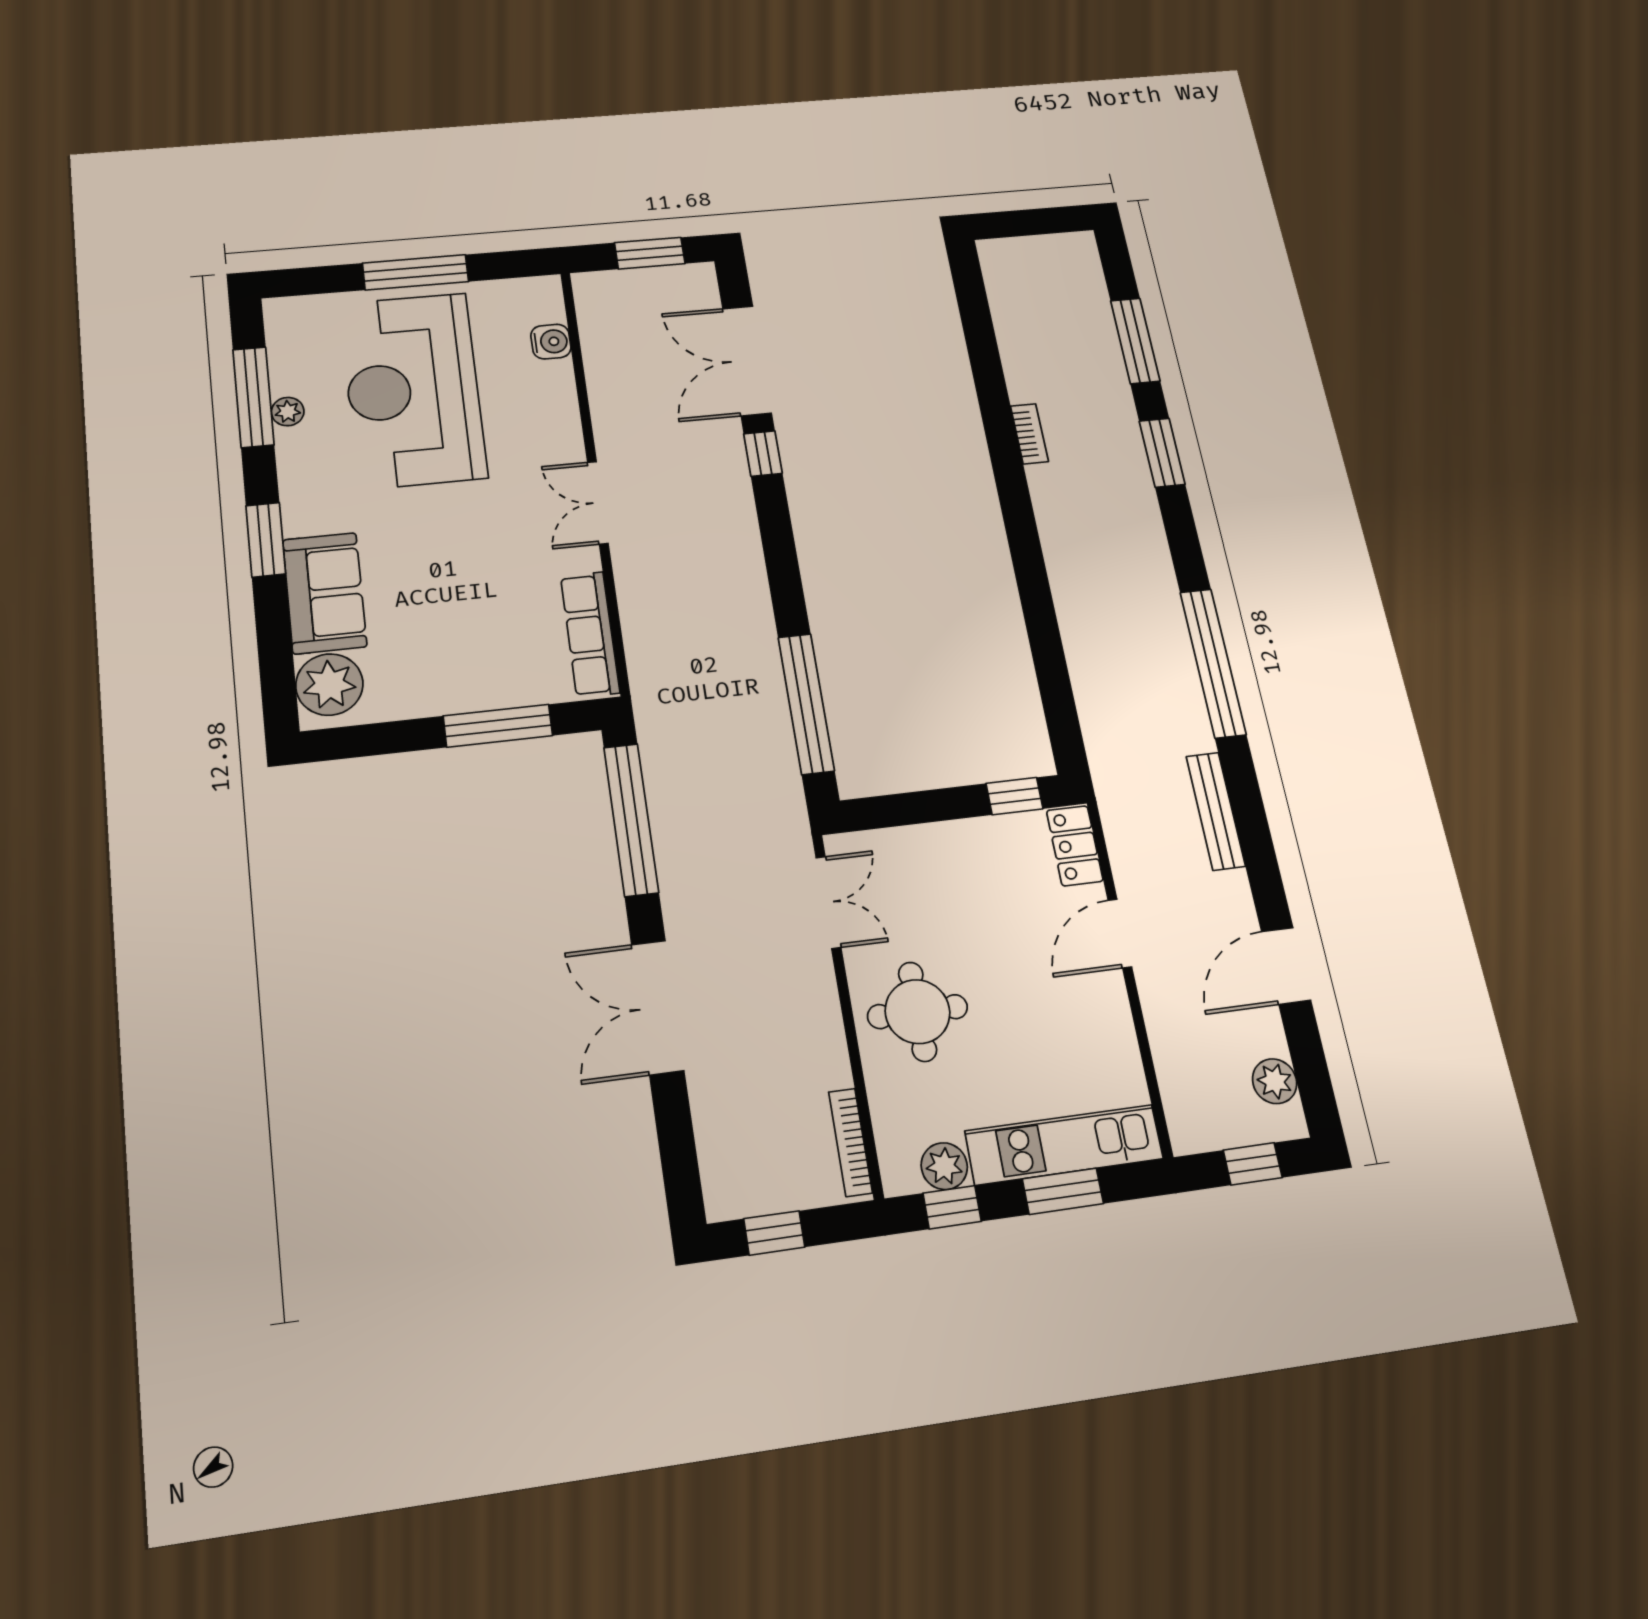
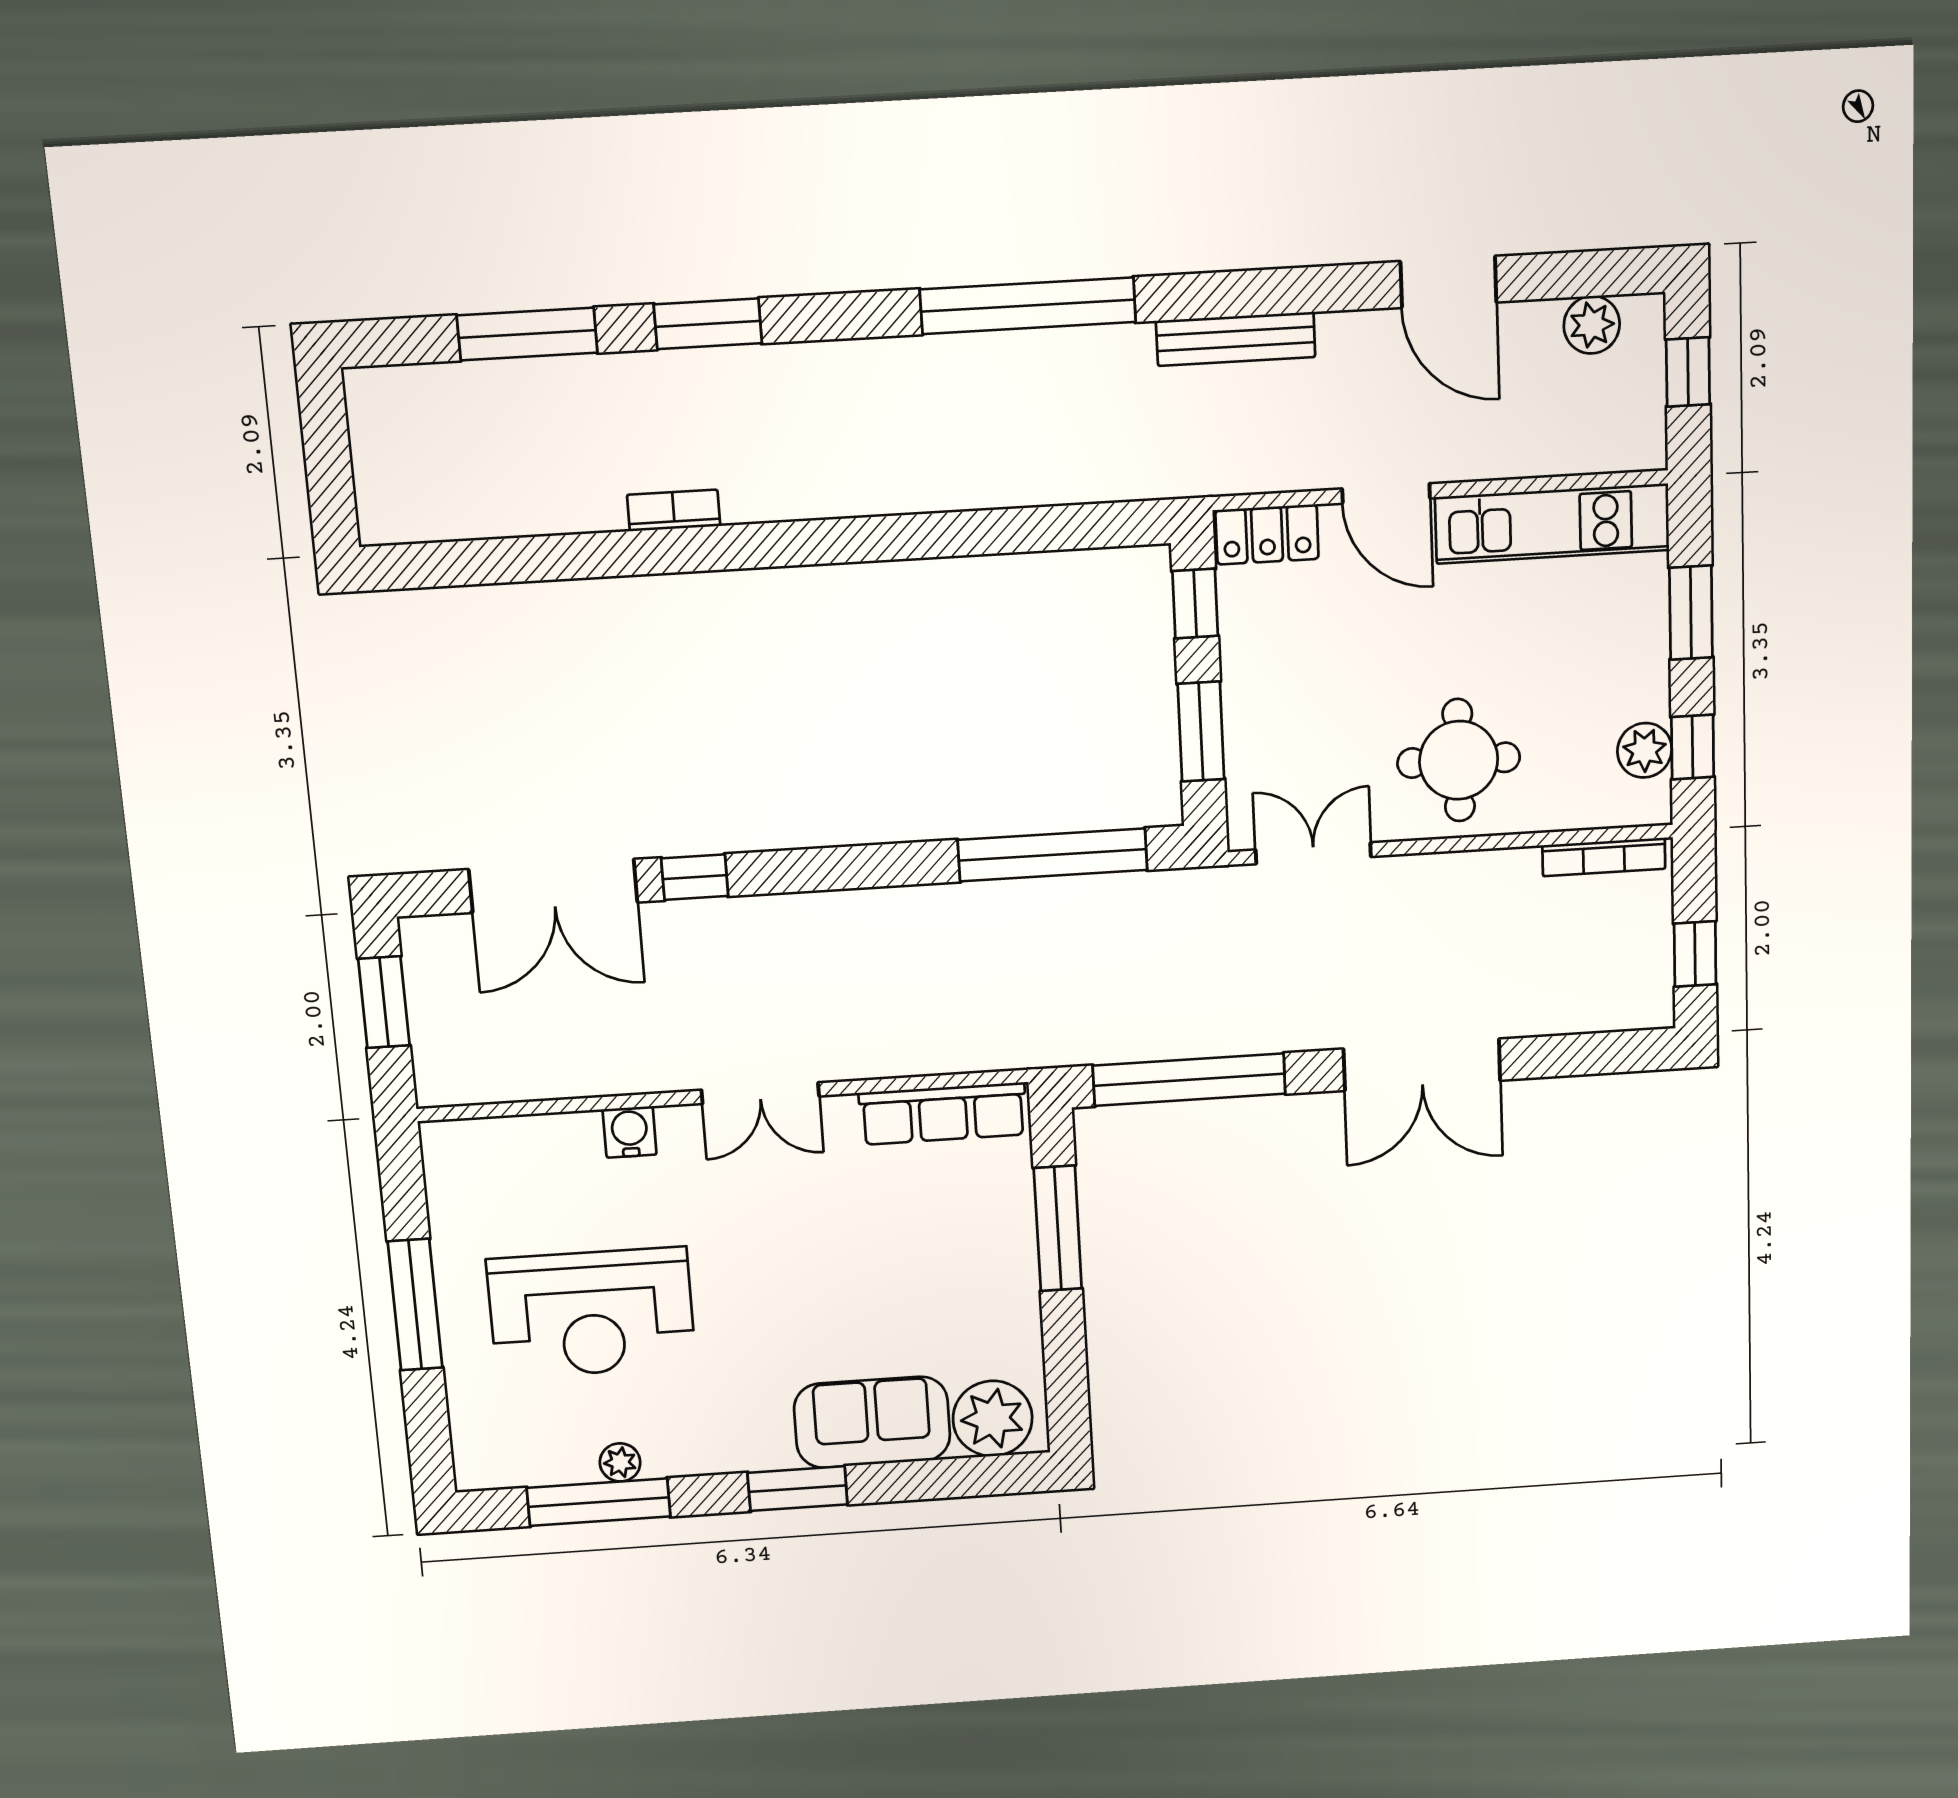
water cooler: (551, 342) -> (630, 1132), moved
reception desk: (413, 390) -> (591, 1313), width x0.74, depth x0.77
window: (916, 808) -> (1201, 732), added
kitchen unit: (1064, 1145) -> (1552, 524), moved, turned -90

